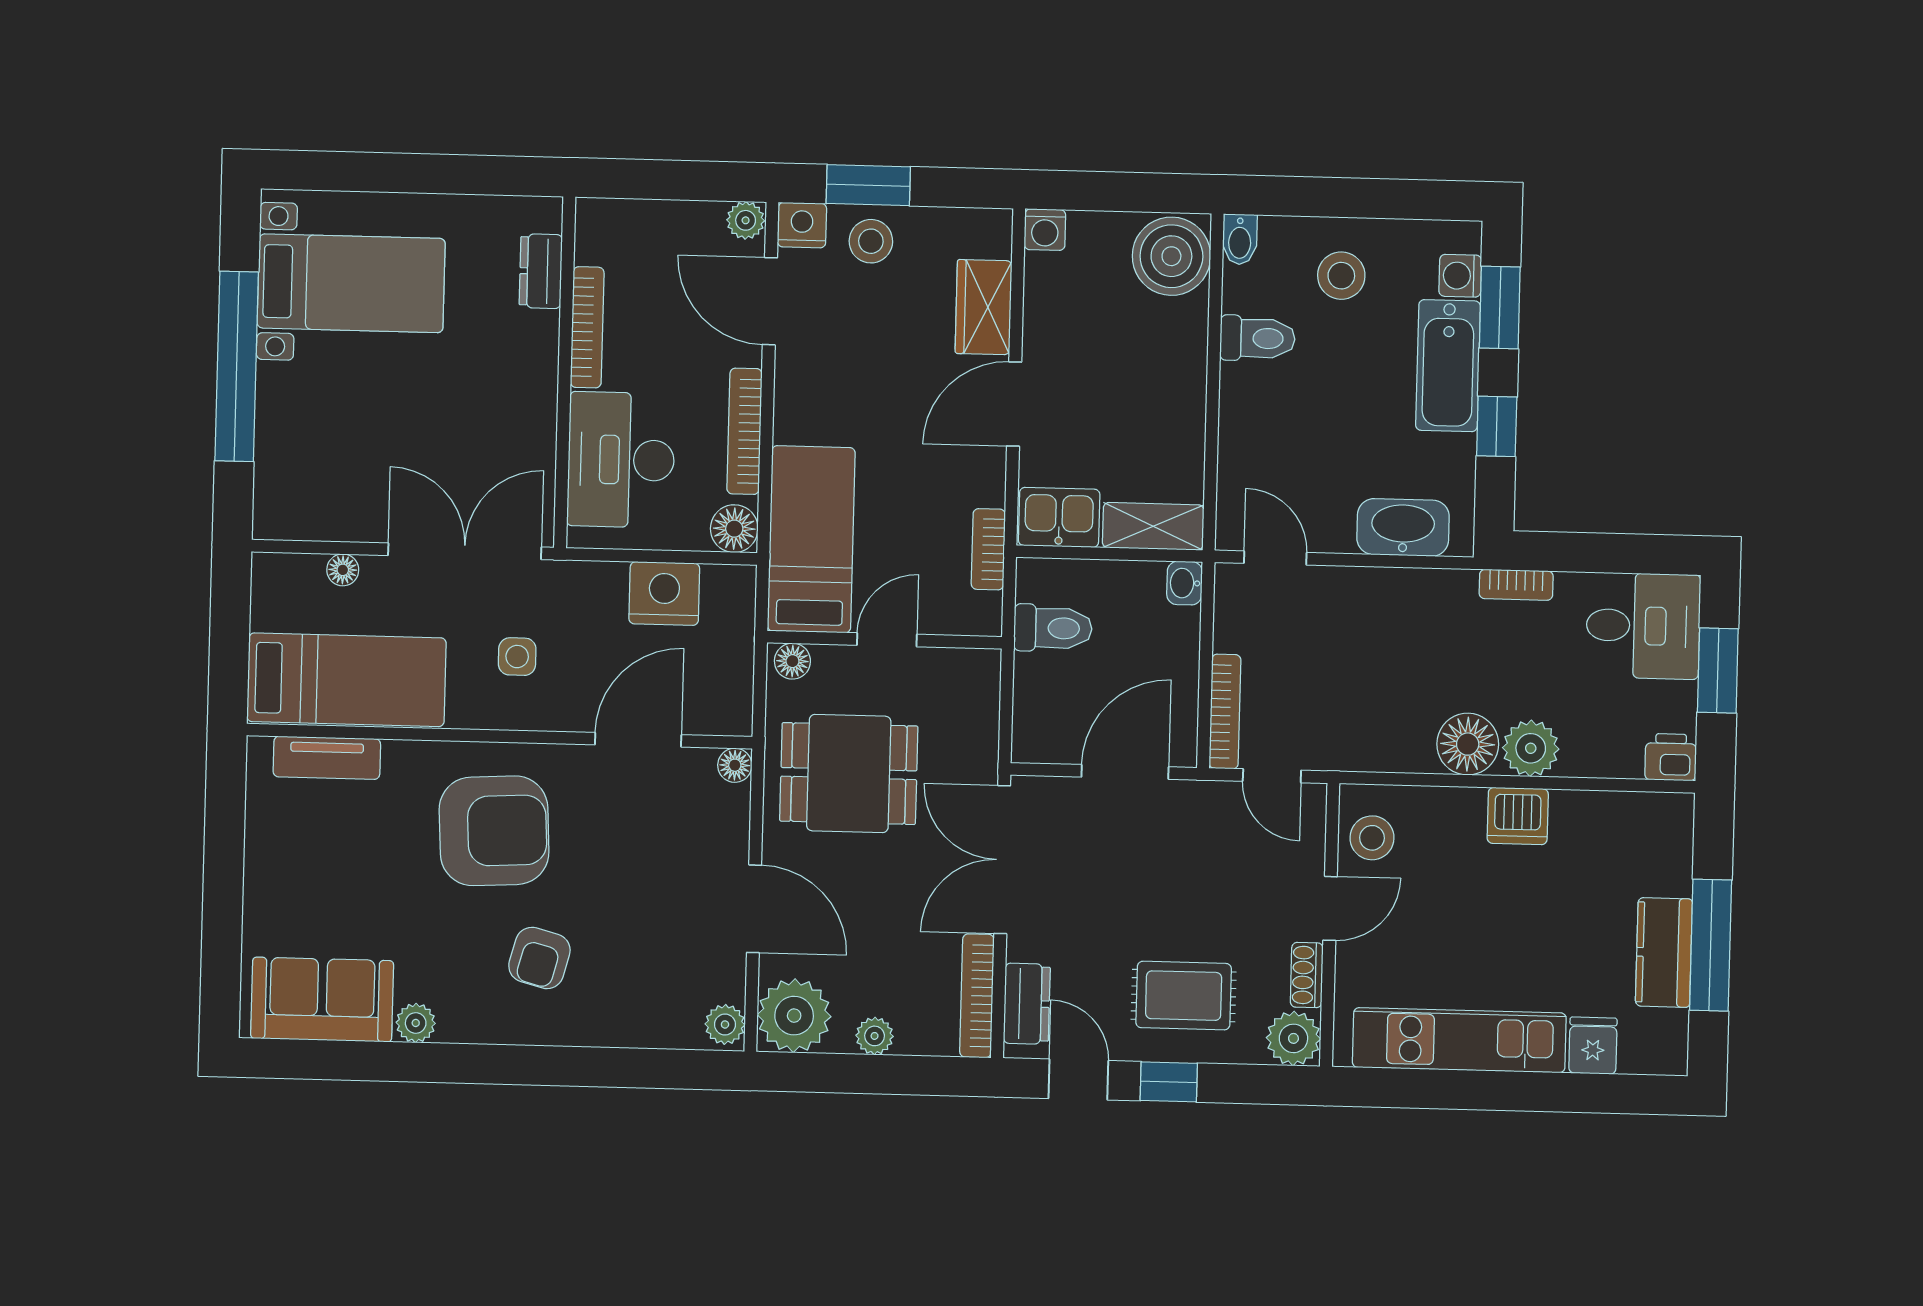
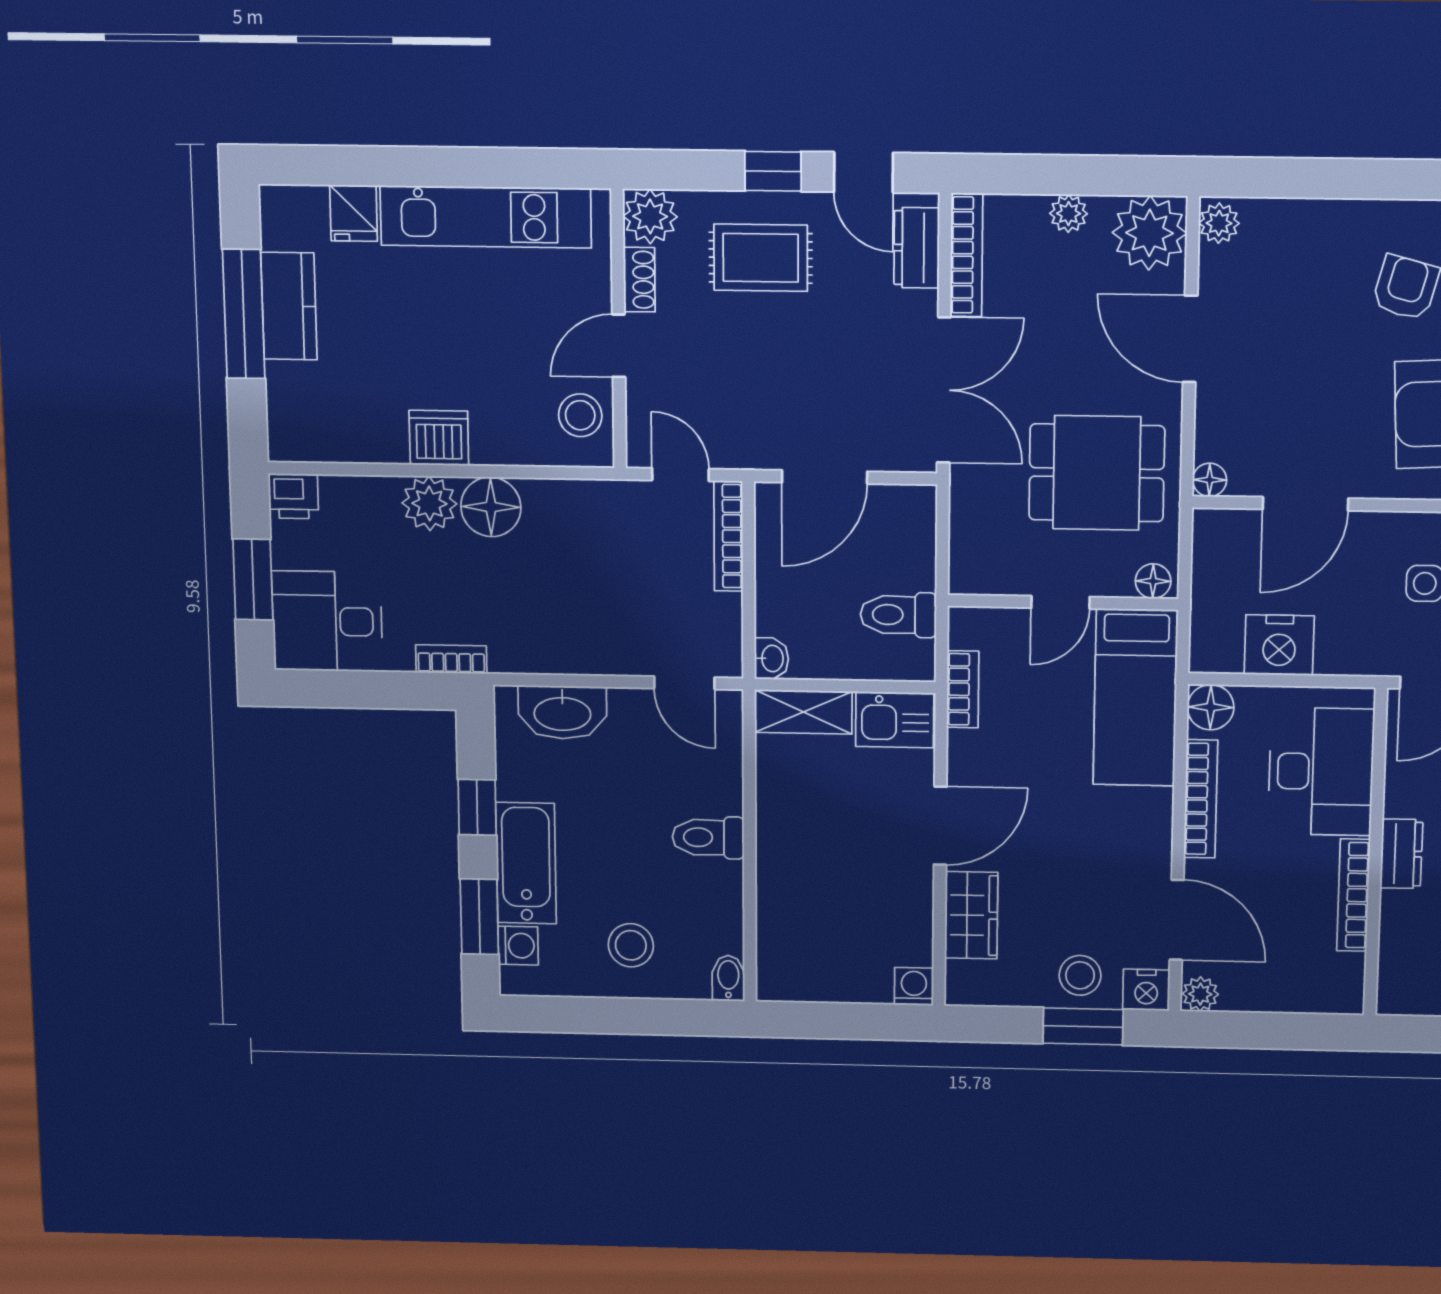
boiler: (1171, 256) -> (793, 962), removed
dresser: (541, 271) -> (1401, 854), moved
toilet: (1258, 338) -> (708, 837), moved

